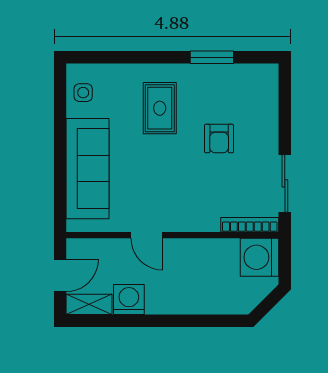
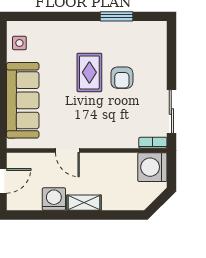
rug: (160, 108) -> (89, 72), moved
bookcase: (250, 225) -> (153, 143), width x0.64
shelving: (89, 304) -> (84, 203), moved

